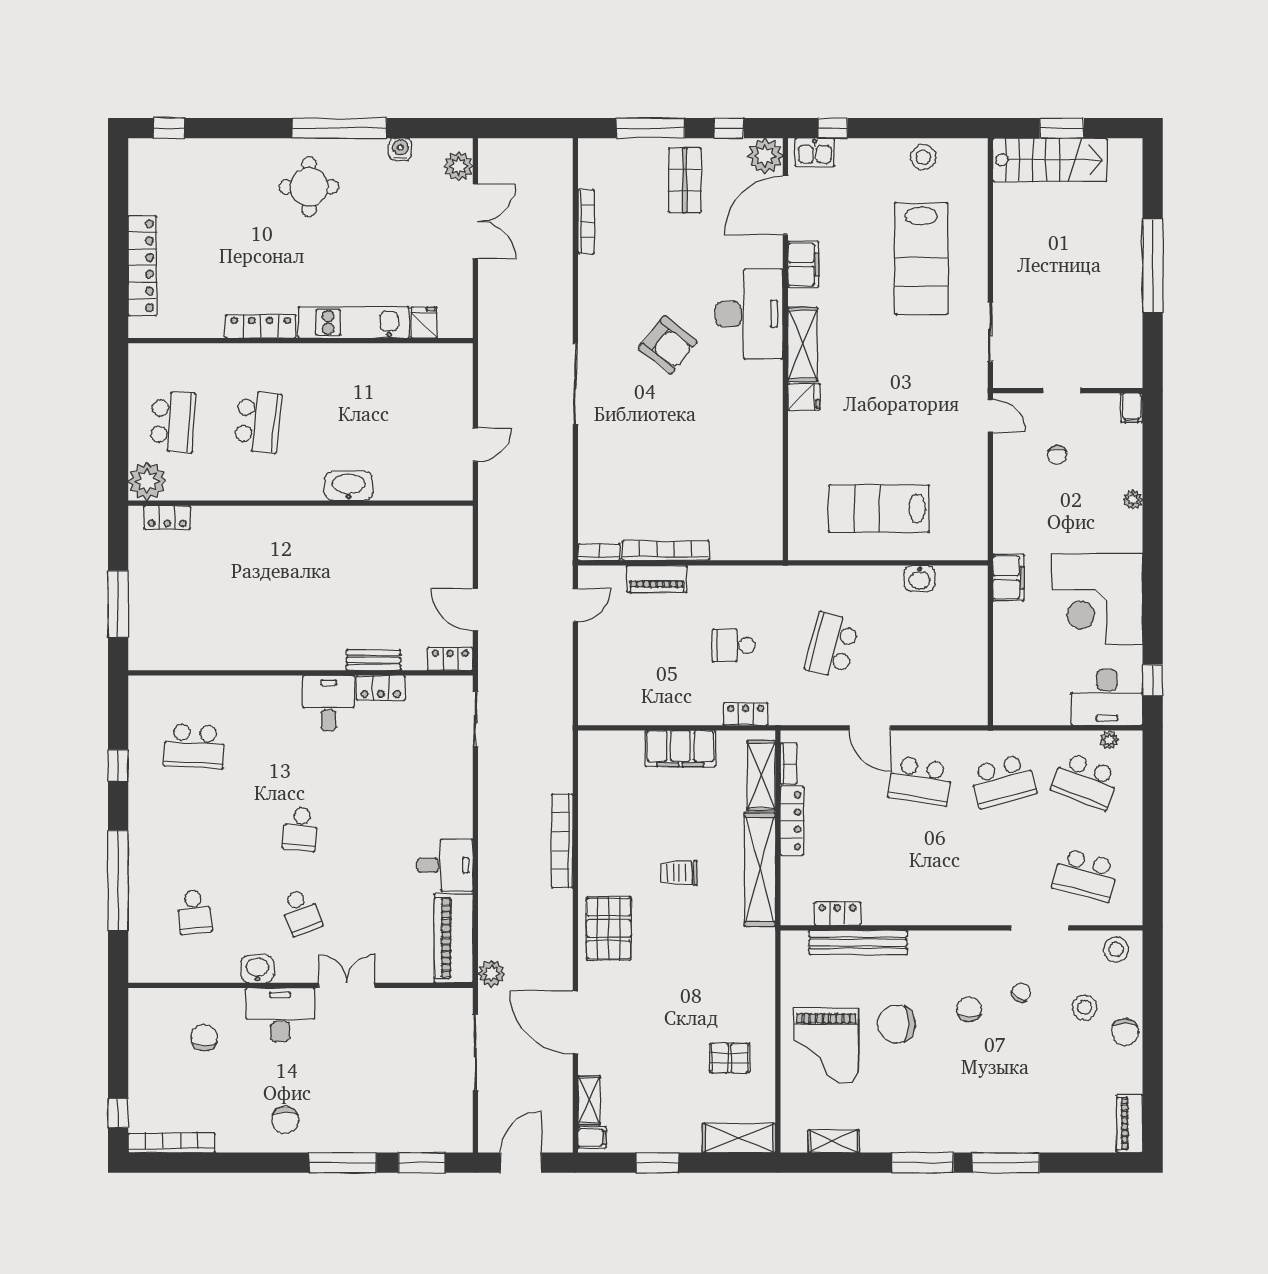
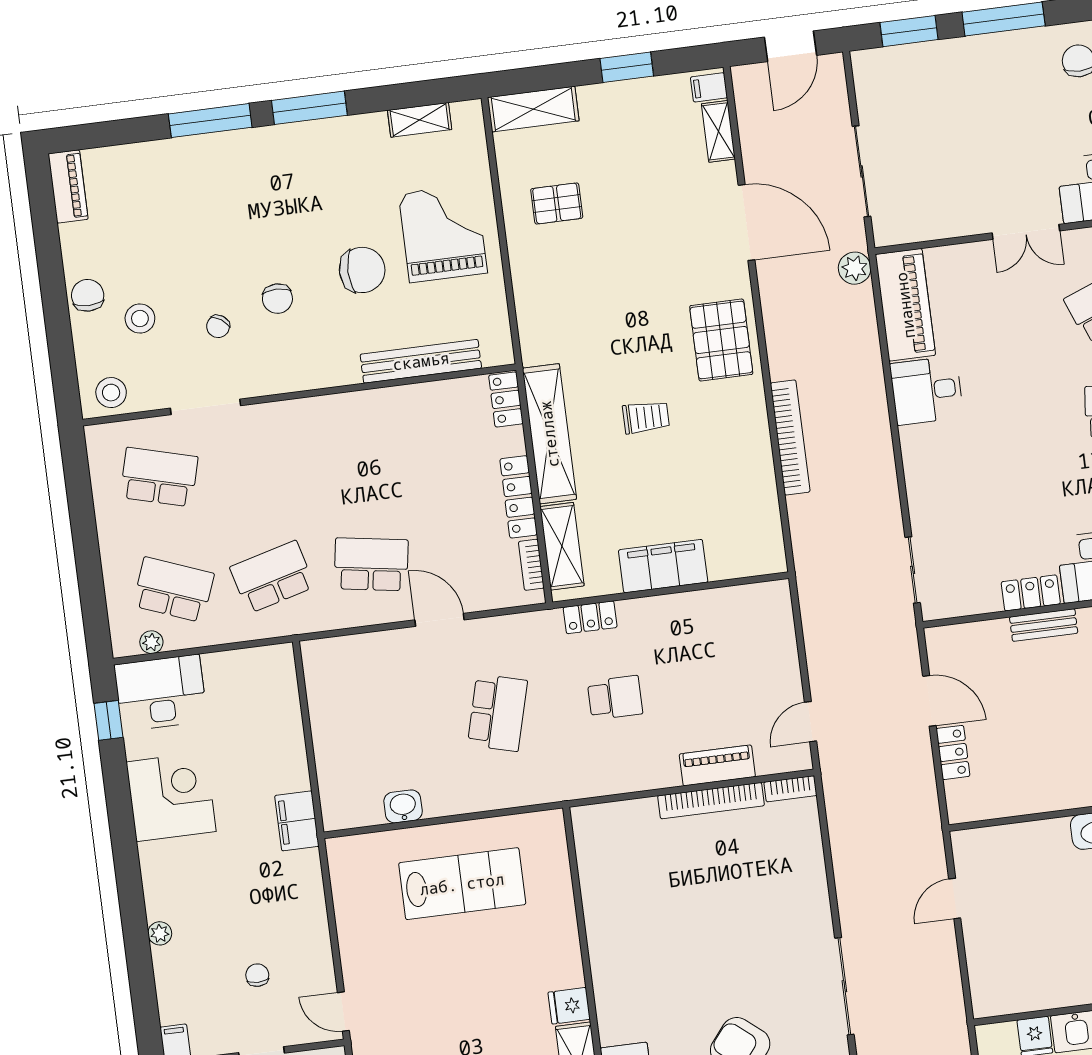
corner desk: (1097, 599) -> (171, 797), width x0.74, depth x0.74
locker: (450, 659) -> (953, 752), moved, turned -90
locker: (837, 914) -> (506, 399), moved, turned 90

